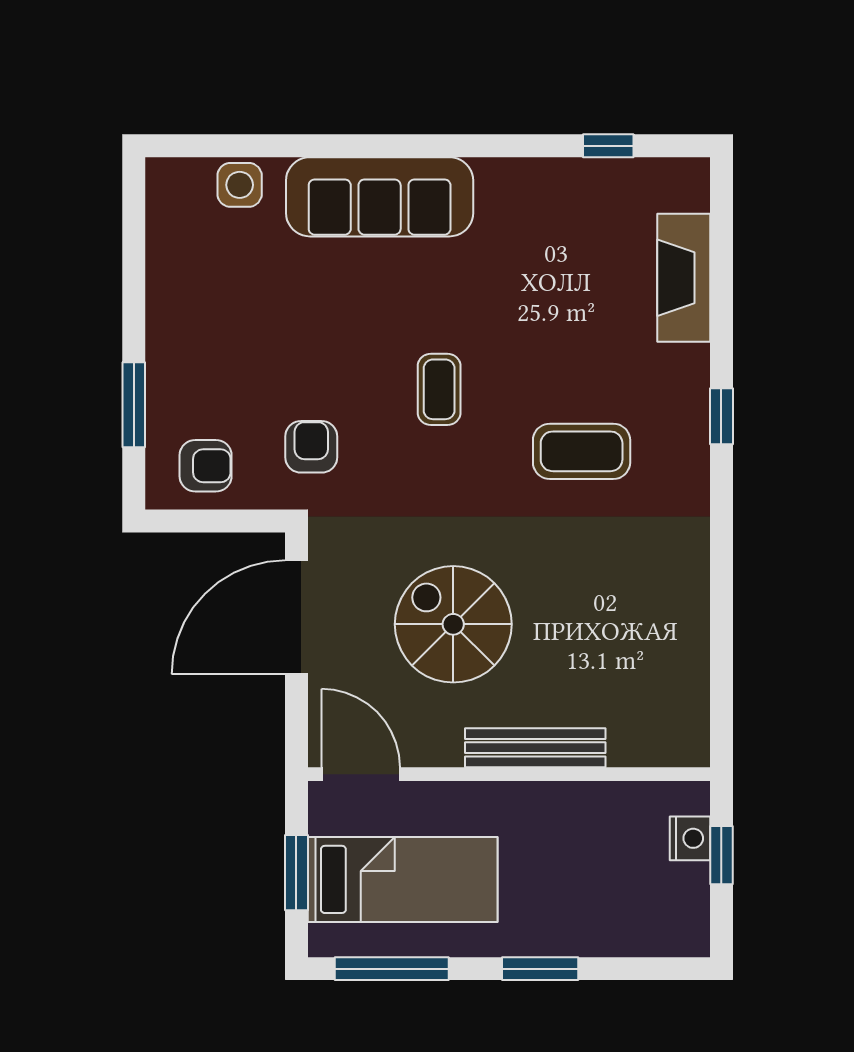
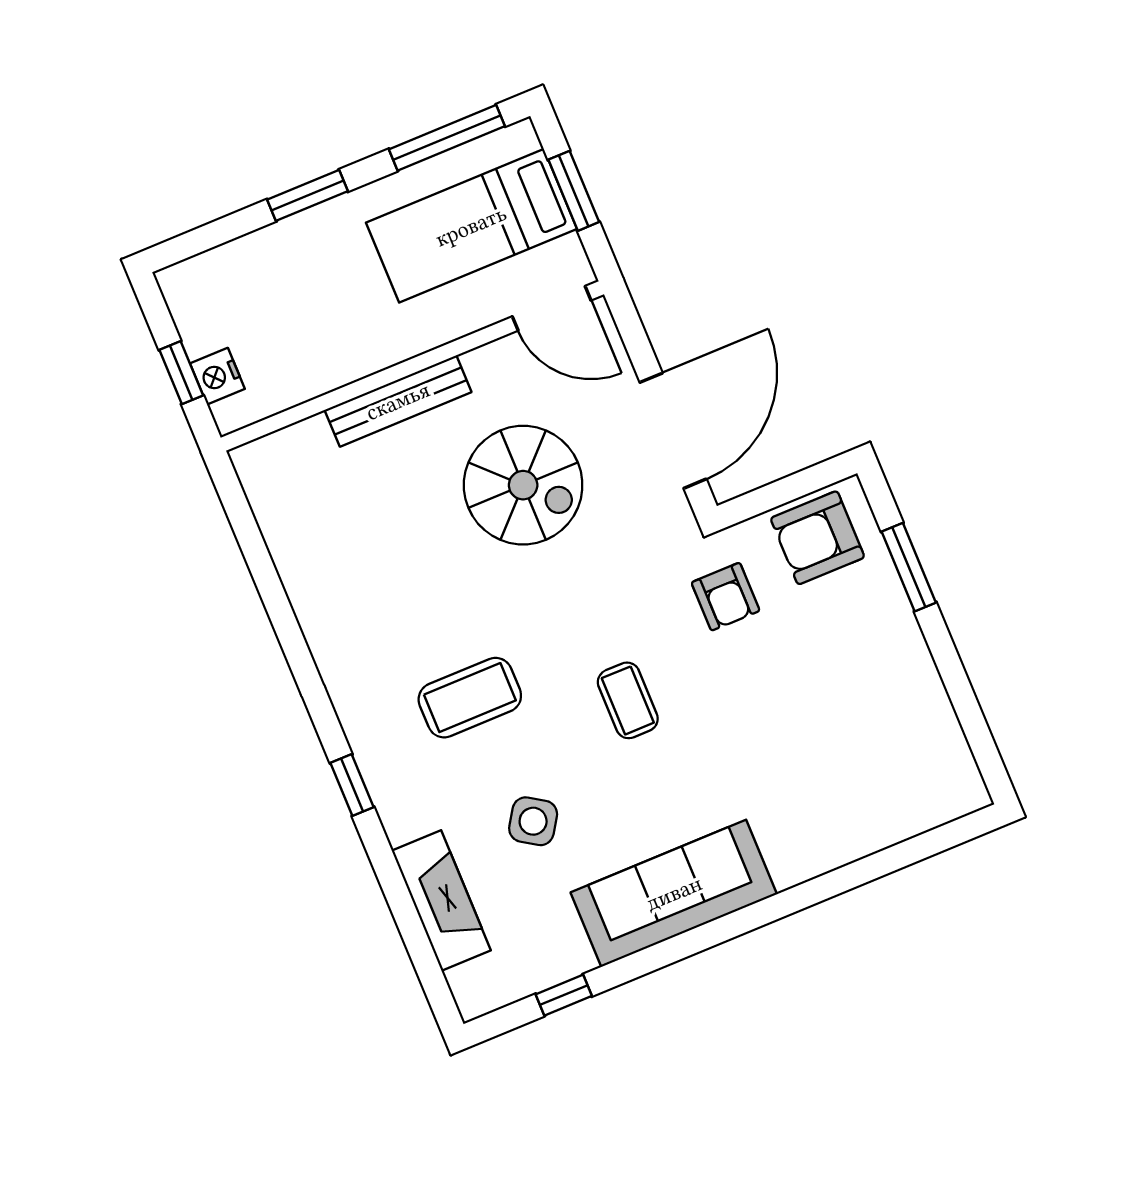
side table: (240, 185) -> (533, 821), moved, turned 33
sofa: (380, 197) -> (674, 893), moved
armchair: (206, 466) -> (818, 538), width x1.38, depth x1.38

